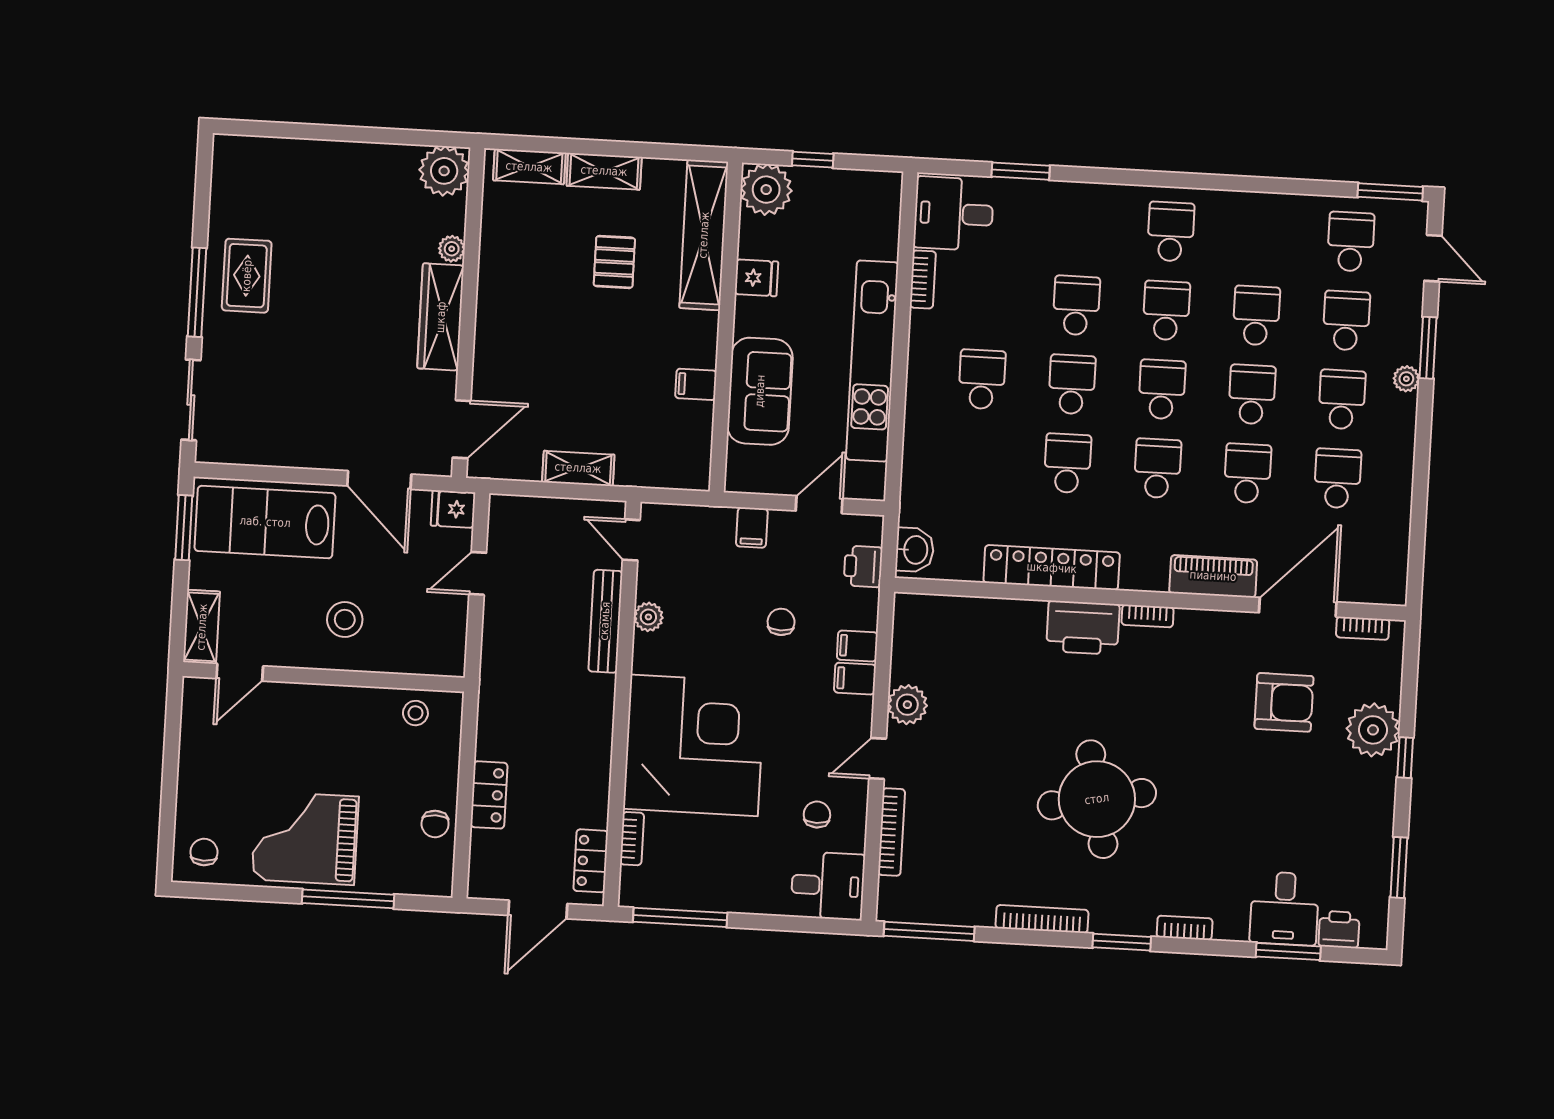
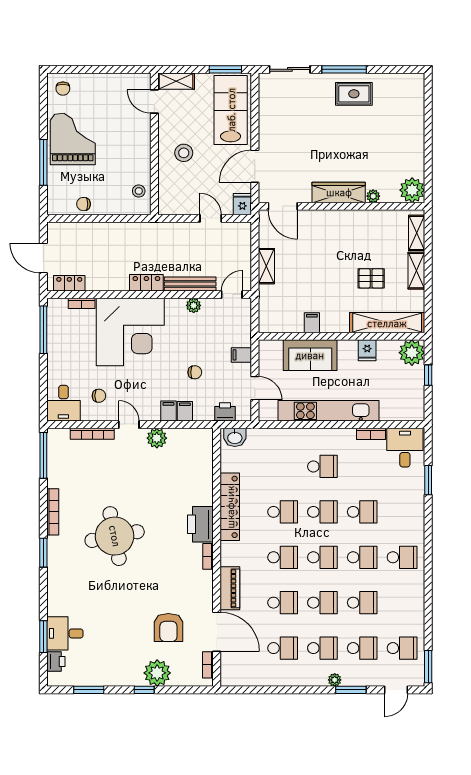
locker: (489, 795) -> (146, 283), moved, turned 180
chair: (204, 852) -> (63, 89), turned 90
bookcase: (1185, 928) -> (52, 584), removed

